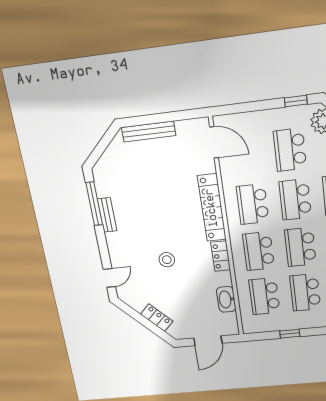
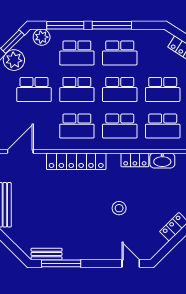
bench: (107, 215) -> (47, 254), moved
locker: (221, 256) -> (135, 160), moved

